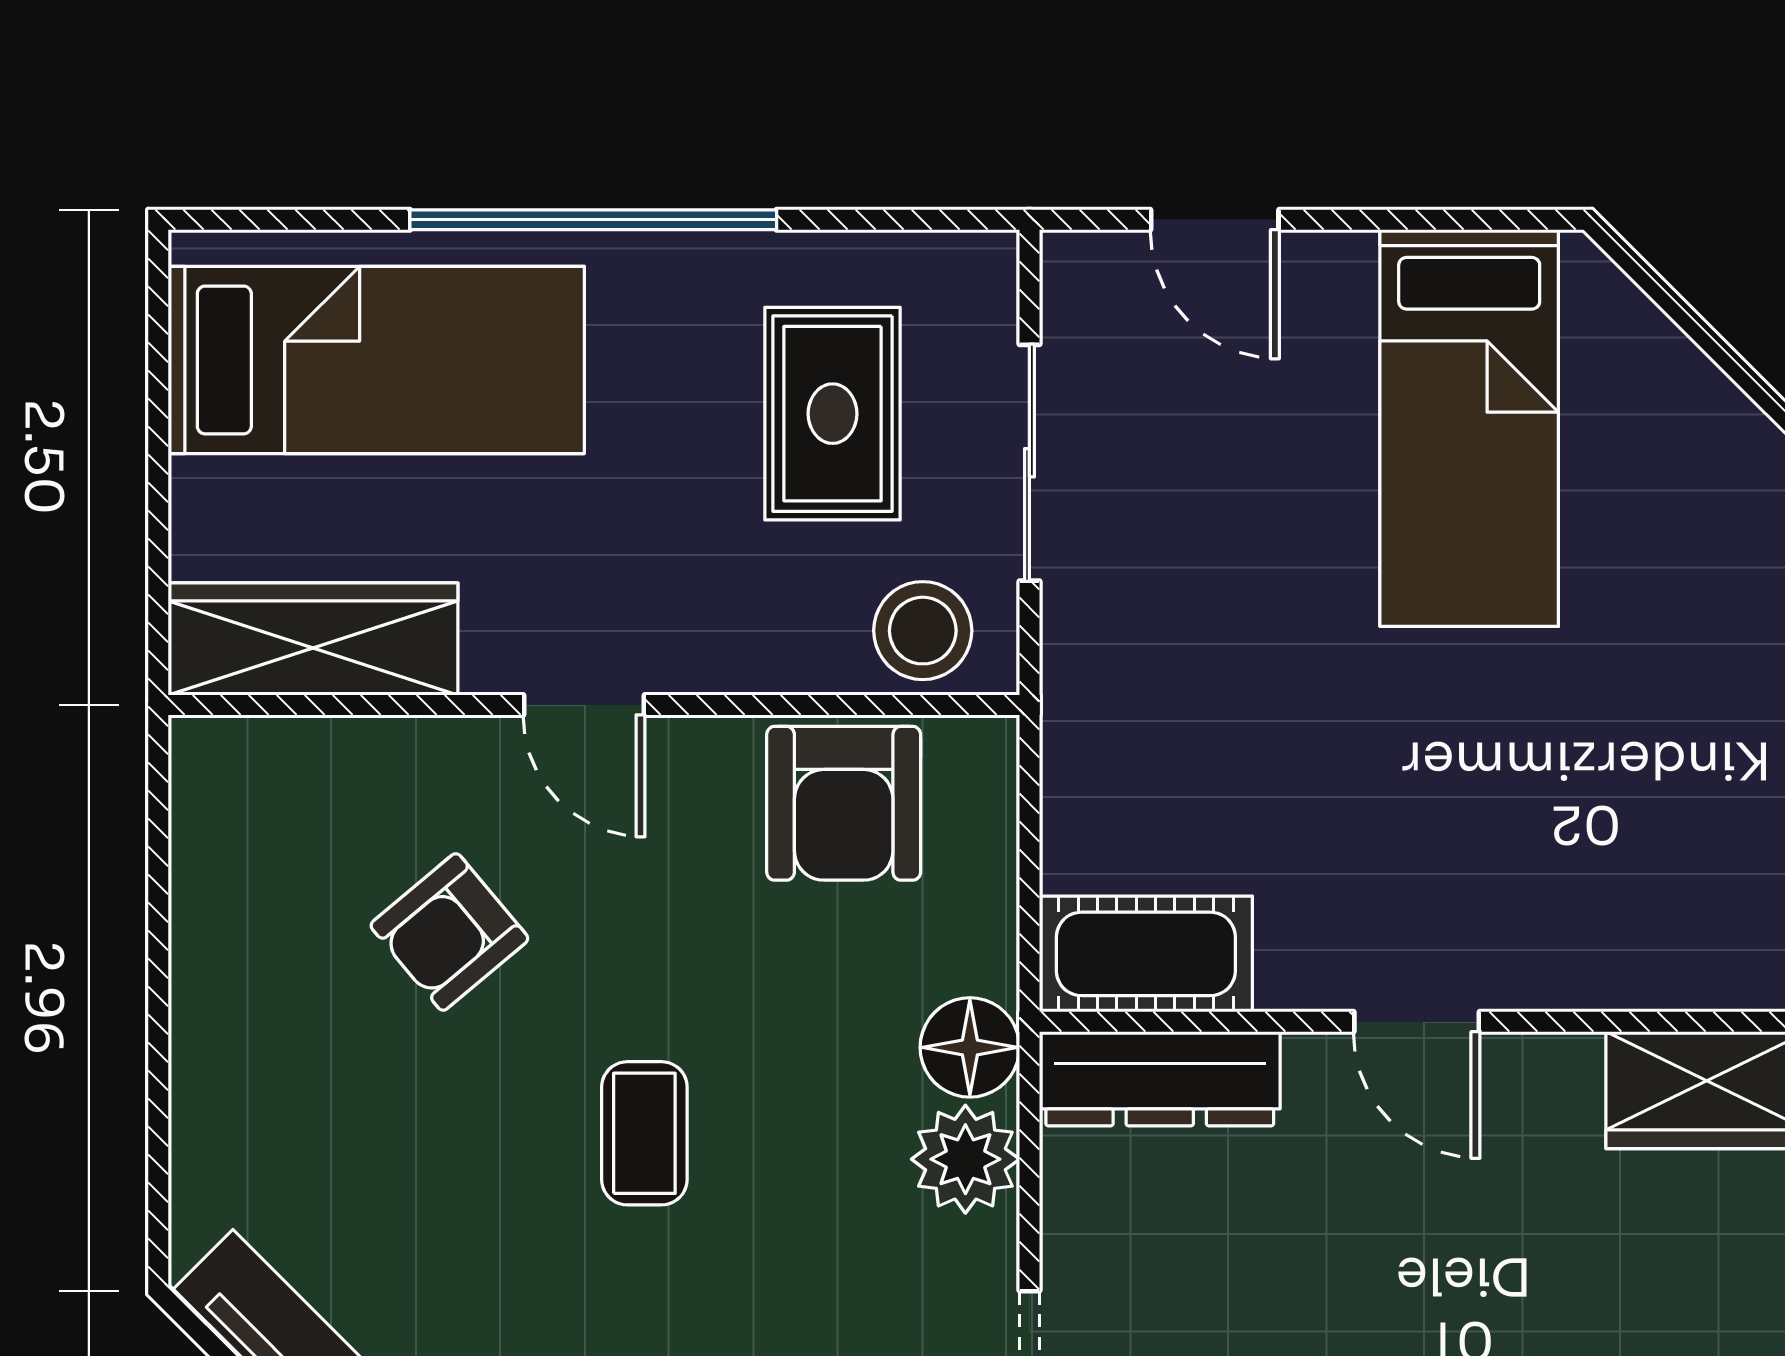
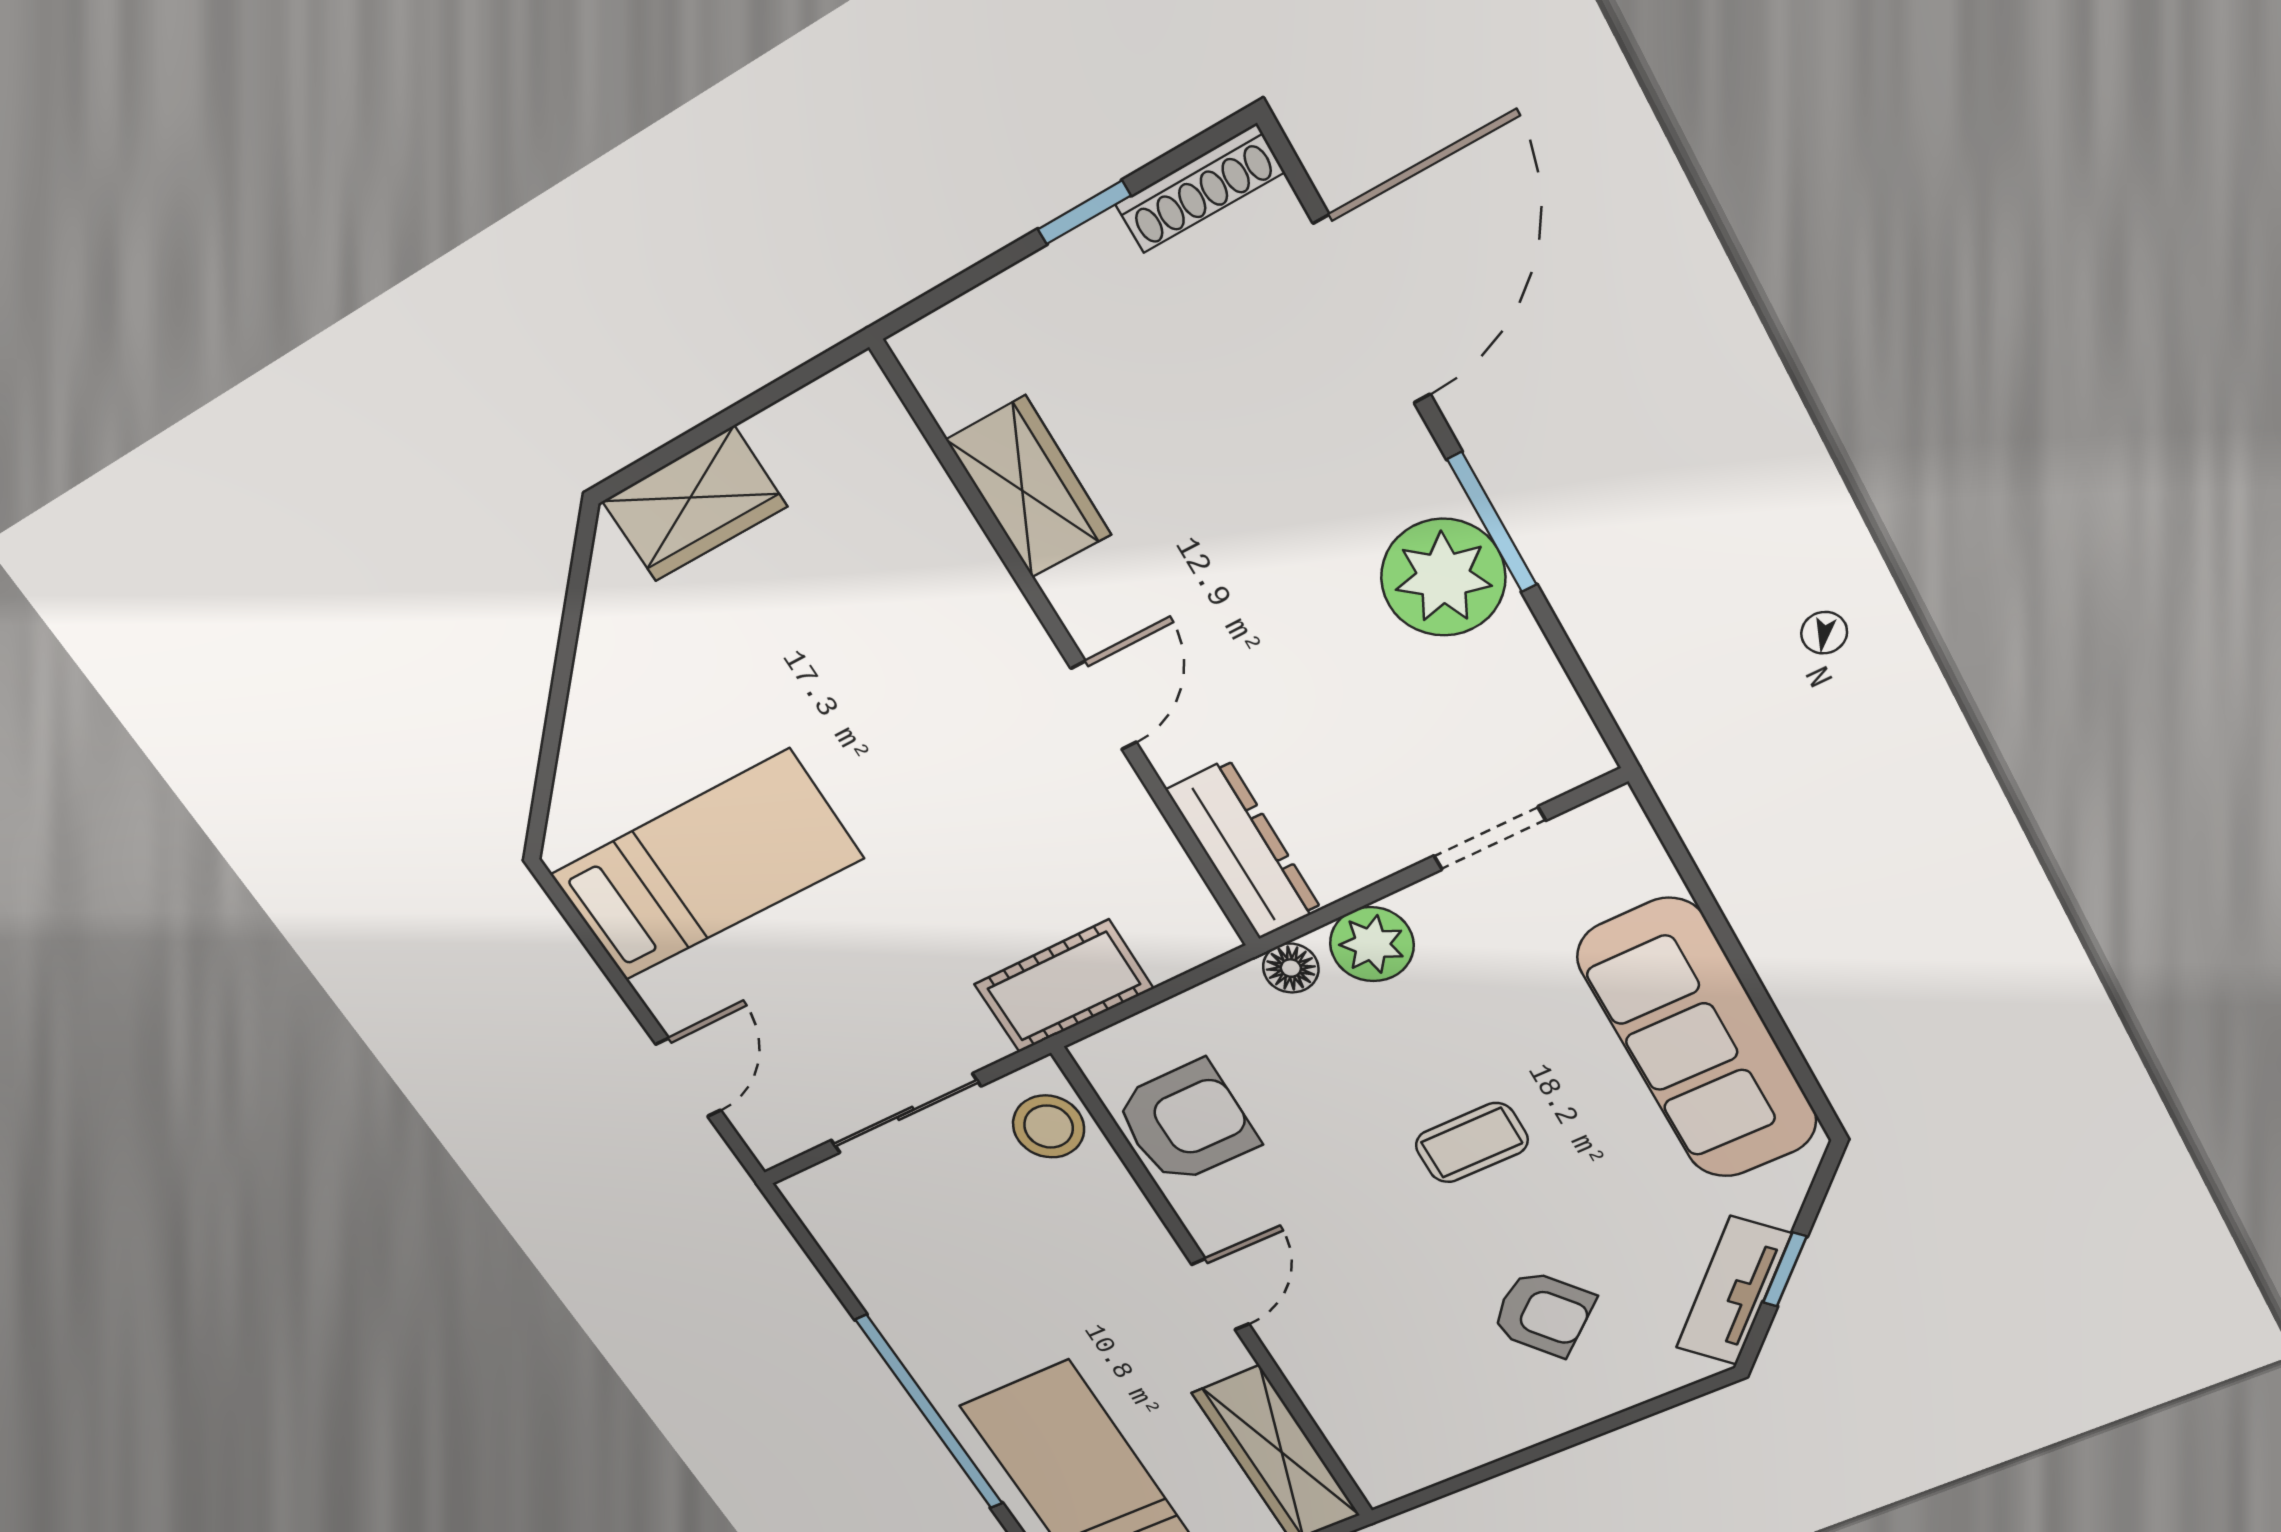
rug: (833, 414) -> (952, 1236), removed
armchair: (449, 932) -> (1543, 1313), moved
cot: (1146, 954) -> (1064, 986), moved, turned 90
floor lamp: (970, 1047) -> (1291, 968), width x0.73, depth x0.73

